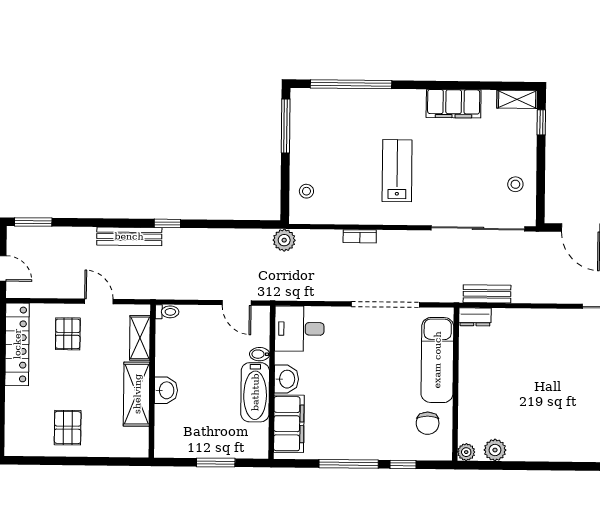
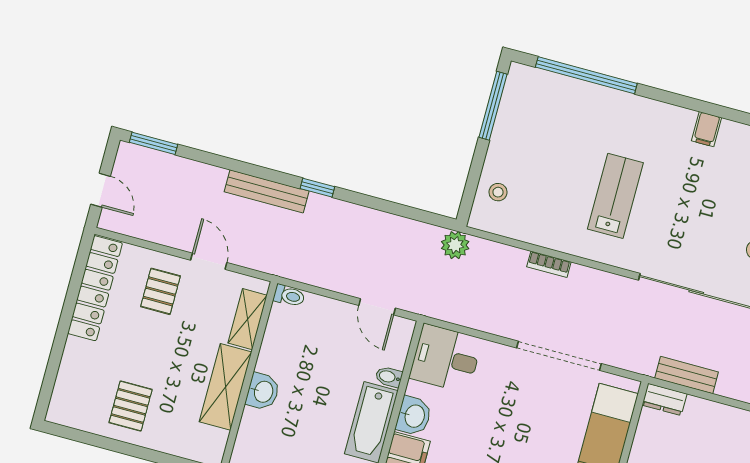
filing cabinet: (454, 104) -> (707, 129), width x0.33, depth x0.86

